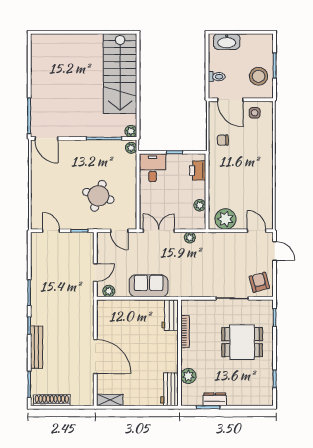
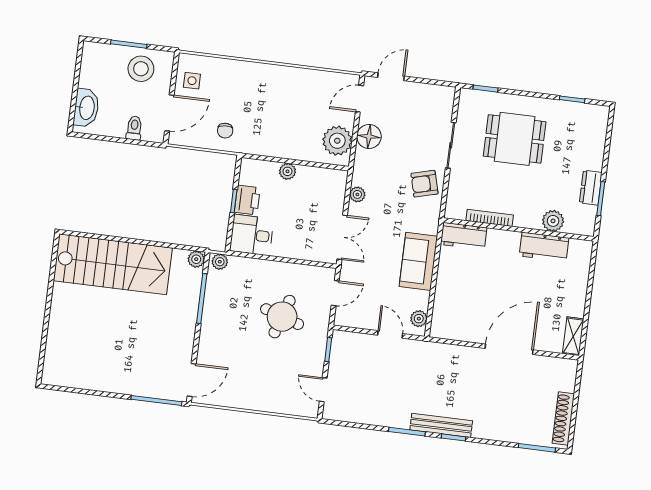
printer: (198, 170) -> (247, 200), moved, turned -90
plant: (200, 205) -> (288, 171), moved
door: (51, 231) -> (323, 390), hinge flipped
double door: (159, 231) -> (342, 237), swing flipped
floor lamp: (231, 241) -> (369, 136), added
armchair: (259, 282) -> (424, 184), moved
dining table: (242, 342) -> (515, 139), turned 90
bench: (37, 347) -> (441, 425), moved
workbench: (170, 389) -> (544, 247), moved

